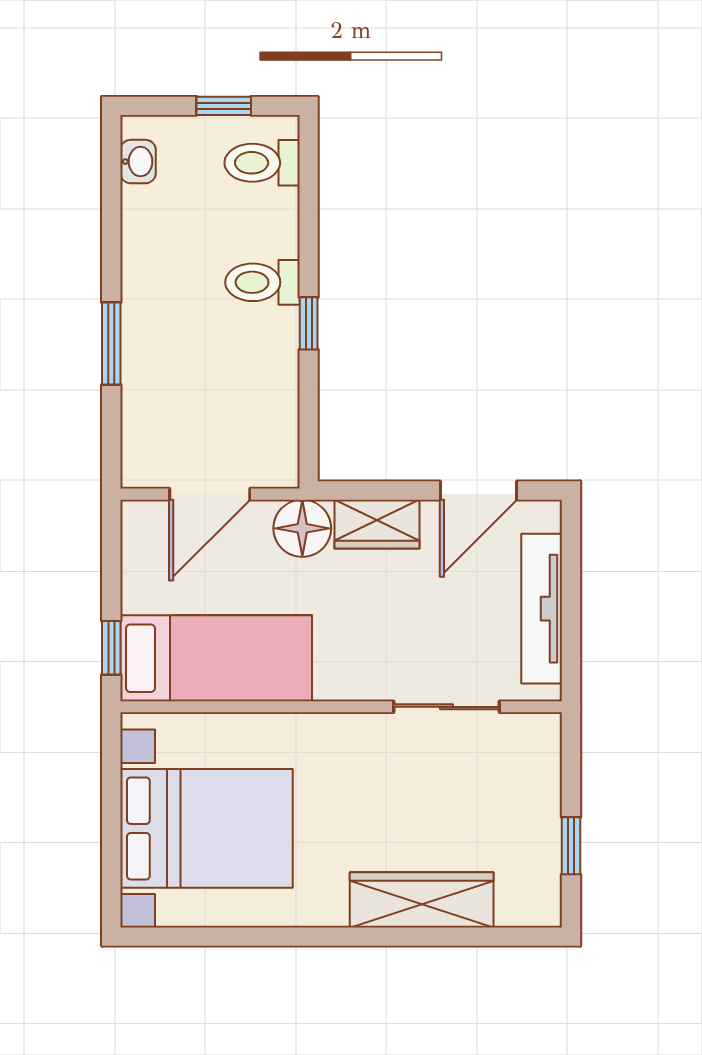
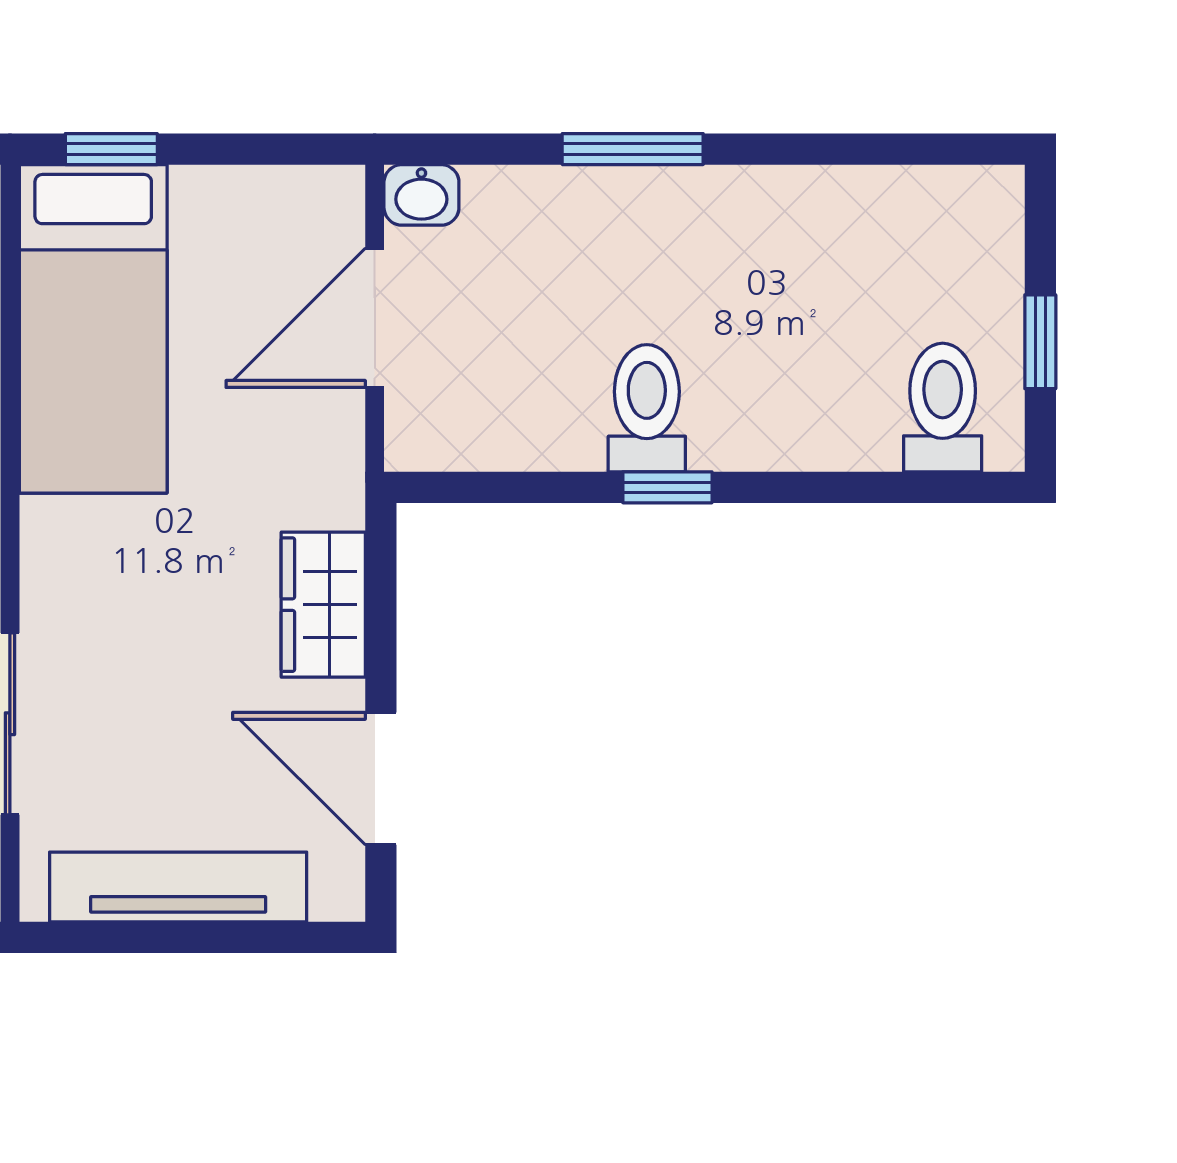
washbasin: (138, 162) -> (421, 195), moved
toilet: (262, 282) -> (647, 408), moved
door: (210, 494) -> (375, 318), hinge flipped
floor lamp: (302, 528) -> (316, 476), removed

